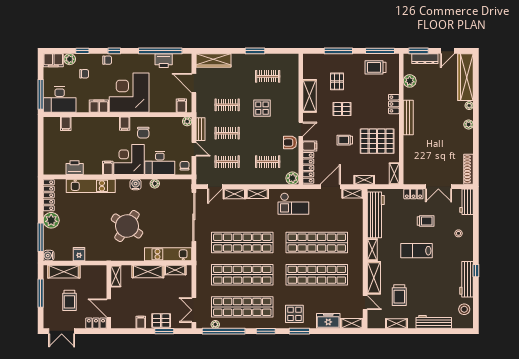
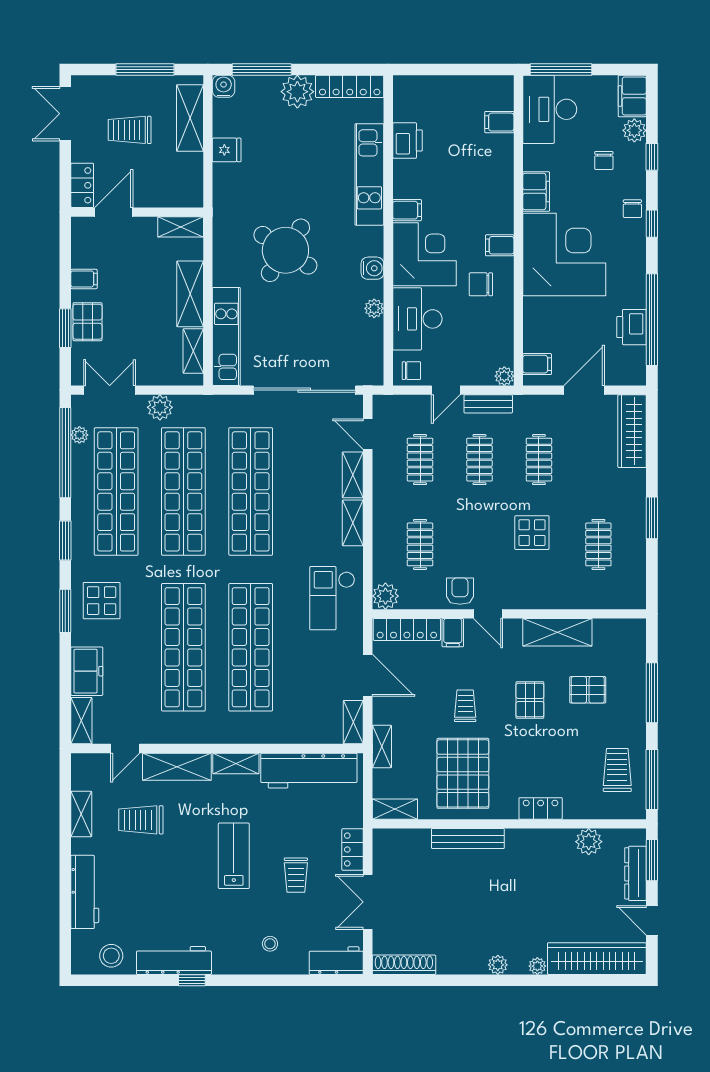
bench: (408, 118) -> (468, 839), moved
plant: (202, 286) -> (160, 407), added

